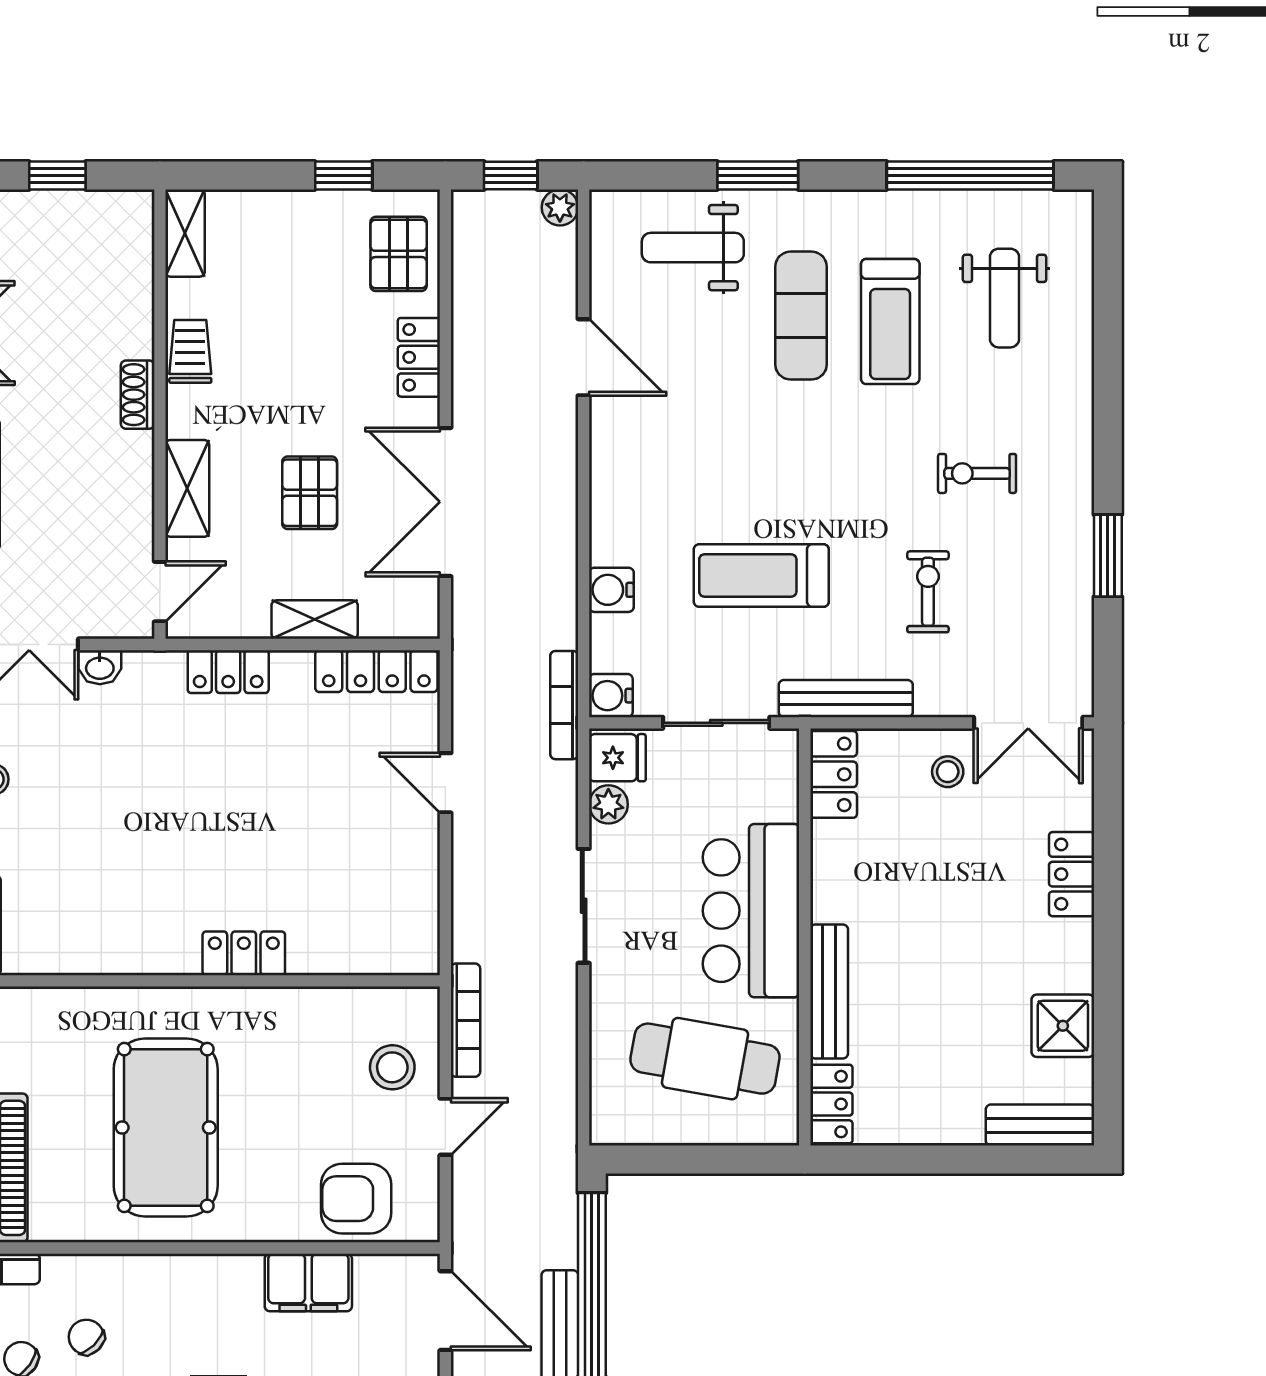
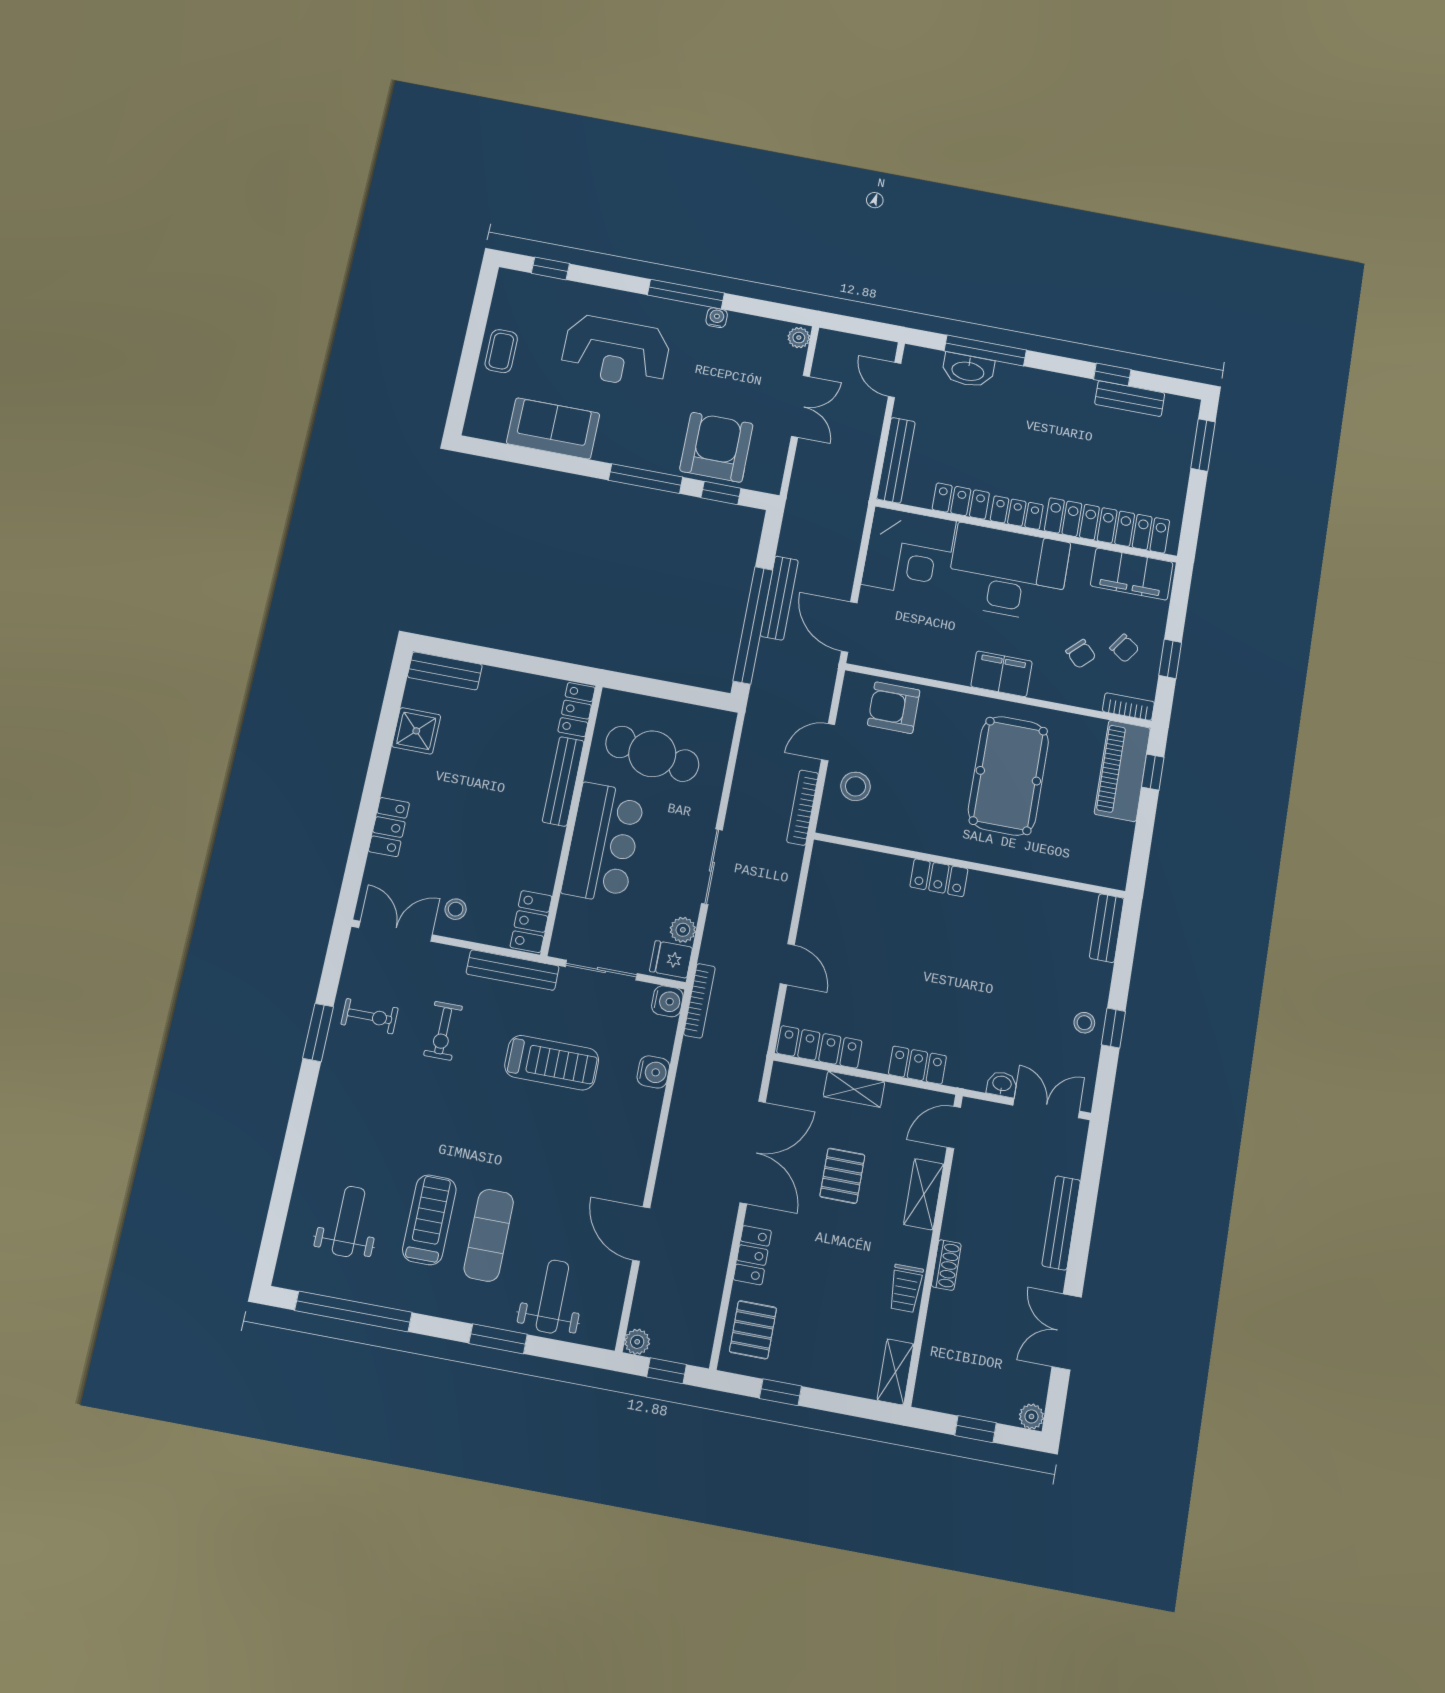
weight bench: (693, 248) -> (552, 1296), turned -90
exercise bike: (977, 473) -> (370, 1016), moved
armchair: (356, 1199) -> (894, 708), turned 180
filing cabinet: (308, 1282) -> (1001, 674), moved

